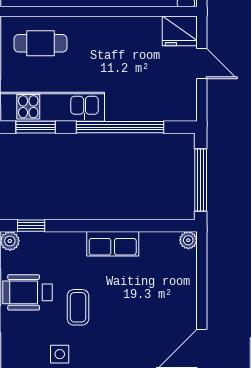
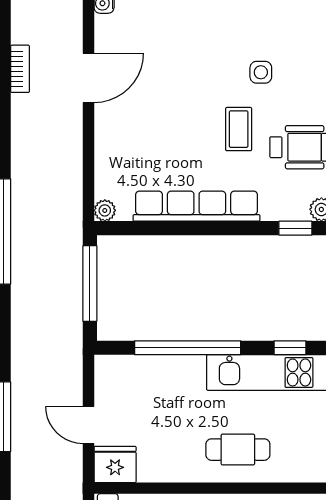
cafe table: (41, 43) -> (238, 450), moved
window: (36, 127) -> (290, 348), width x0.67
row of seats: (113, 244) -> (197, 206), width x2.02

